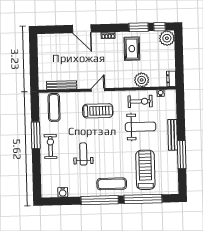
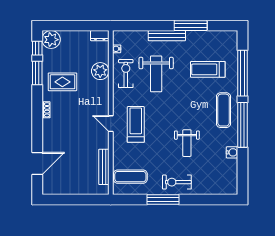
door: (82, 29) -> (37, 163), moved
weight bench: (140, 127) -> (156, 74), turned 180
weight bench: (83, 154) -> (187, 143), turned -90
treadmill: (145, 170) -> (208, 69), width x0.73, depth x0.73
water cooler: (63, 192) -> (232, 152), moved

